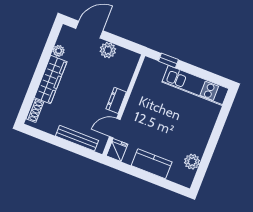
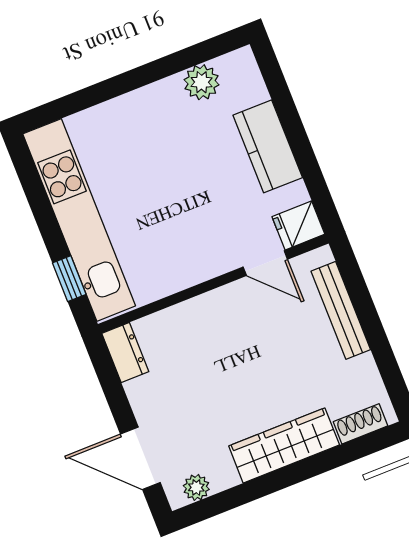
plant: (108, 50) -> (146, 396), removed
plant: (59, 51) -> (196, 487), moved
kitchen unit: (195, 85) -> (79, 220), width x1.36
dresser: (116, 100) -> (125, 353), moved, turned -90

